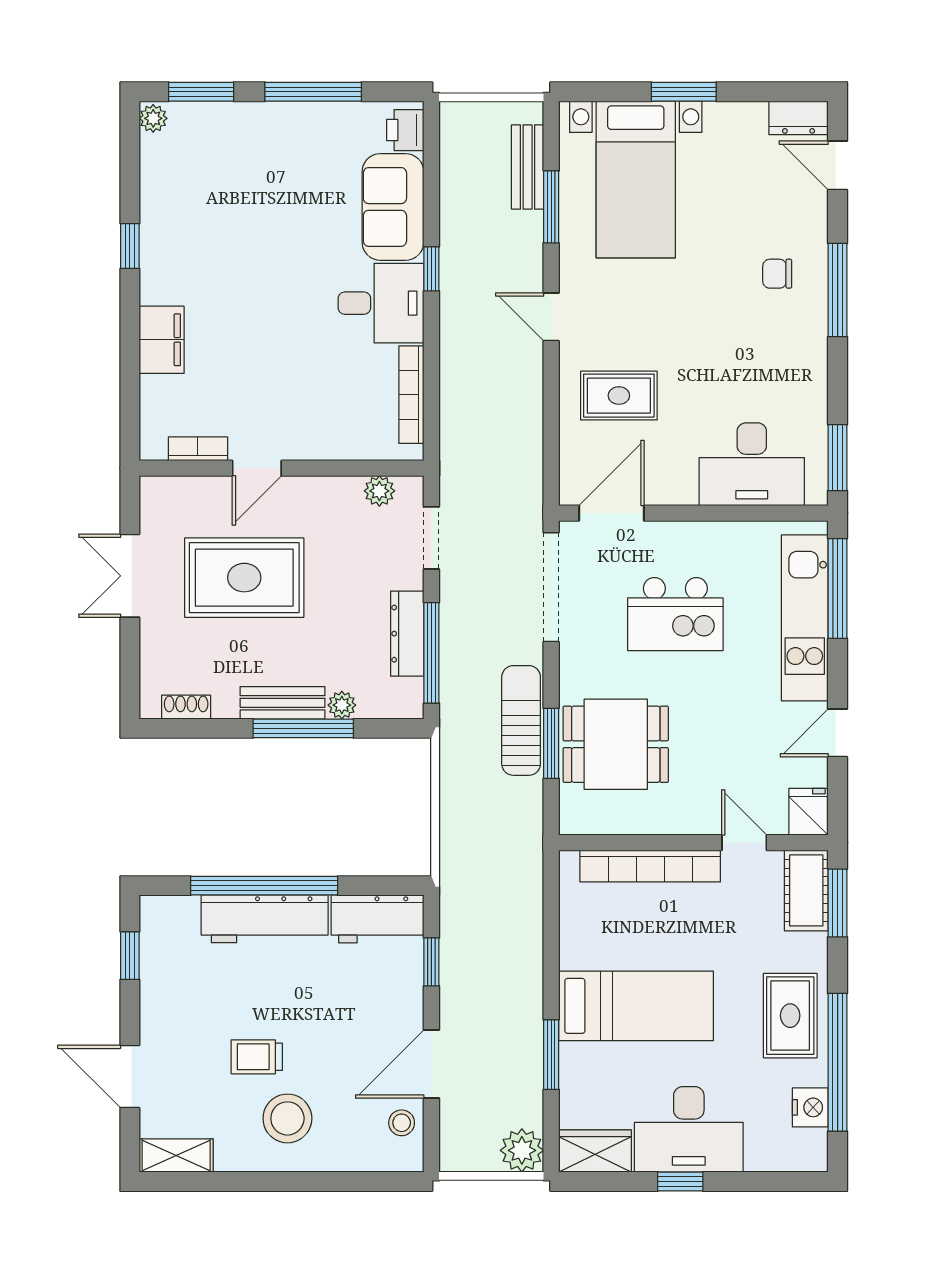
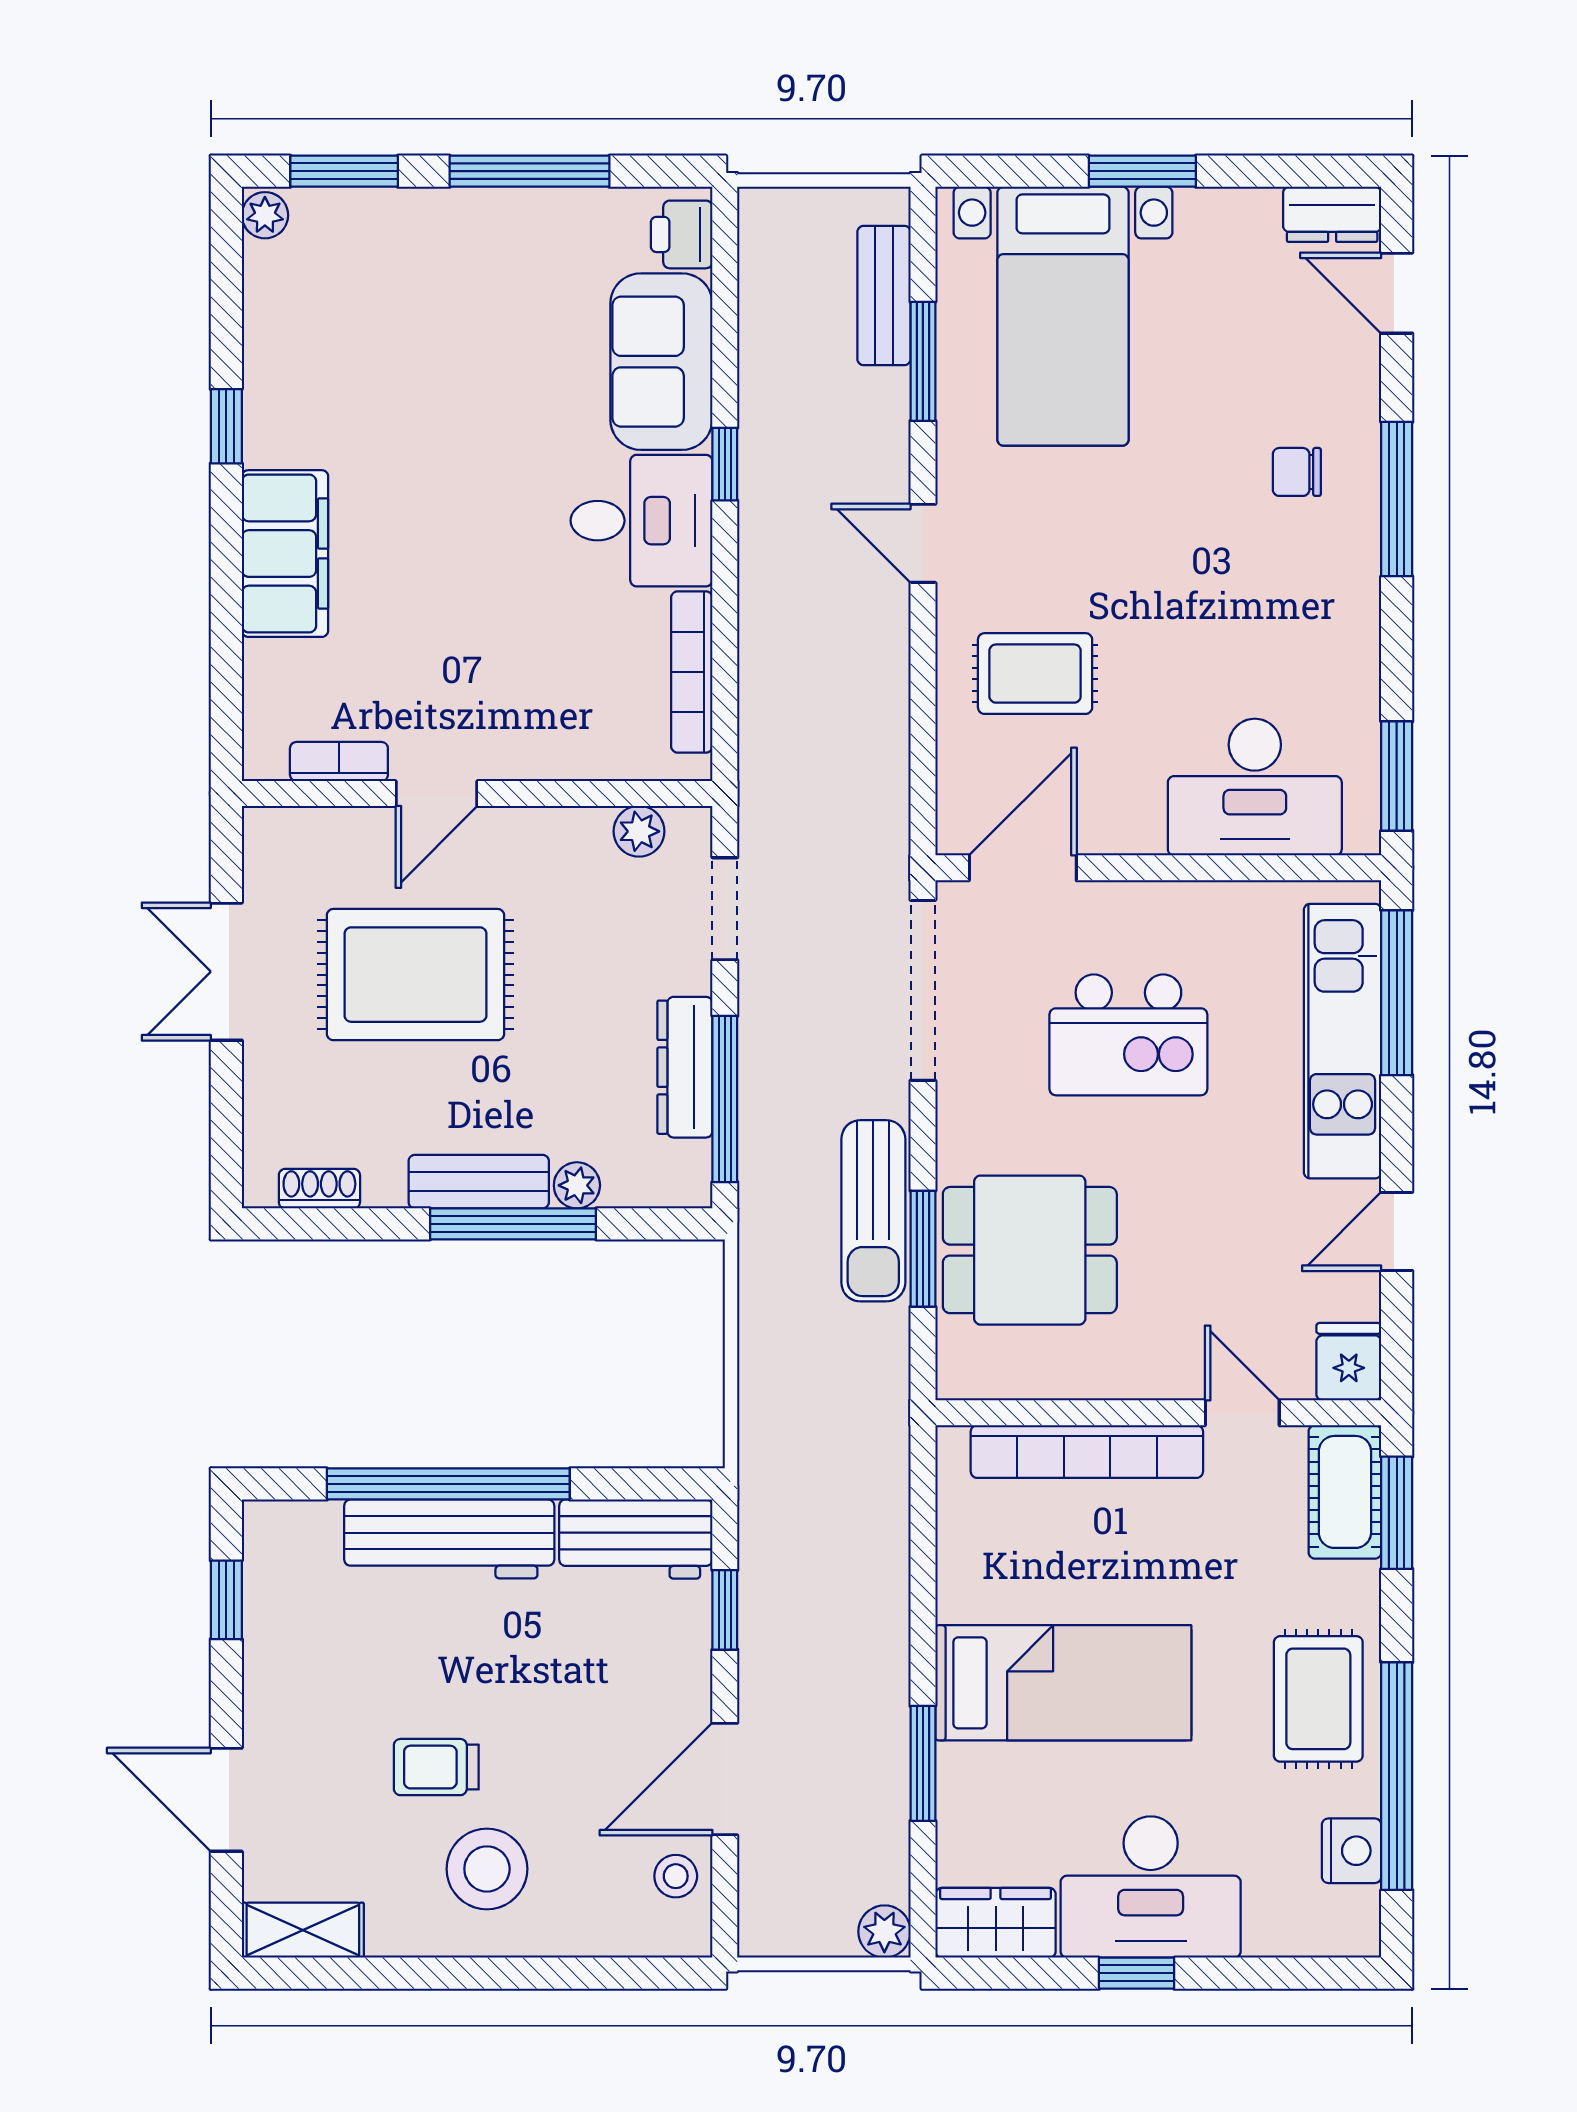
filing cabinet: (162, 340) -> (285, 554), width x1.50, depth x1.17
sun lounger: (521, 720) -> (873, 1211), turned 180
plant: (522, 1150) -> (884, 1932), width x0.73, depth x0.73

